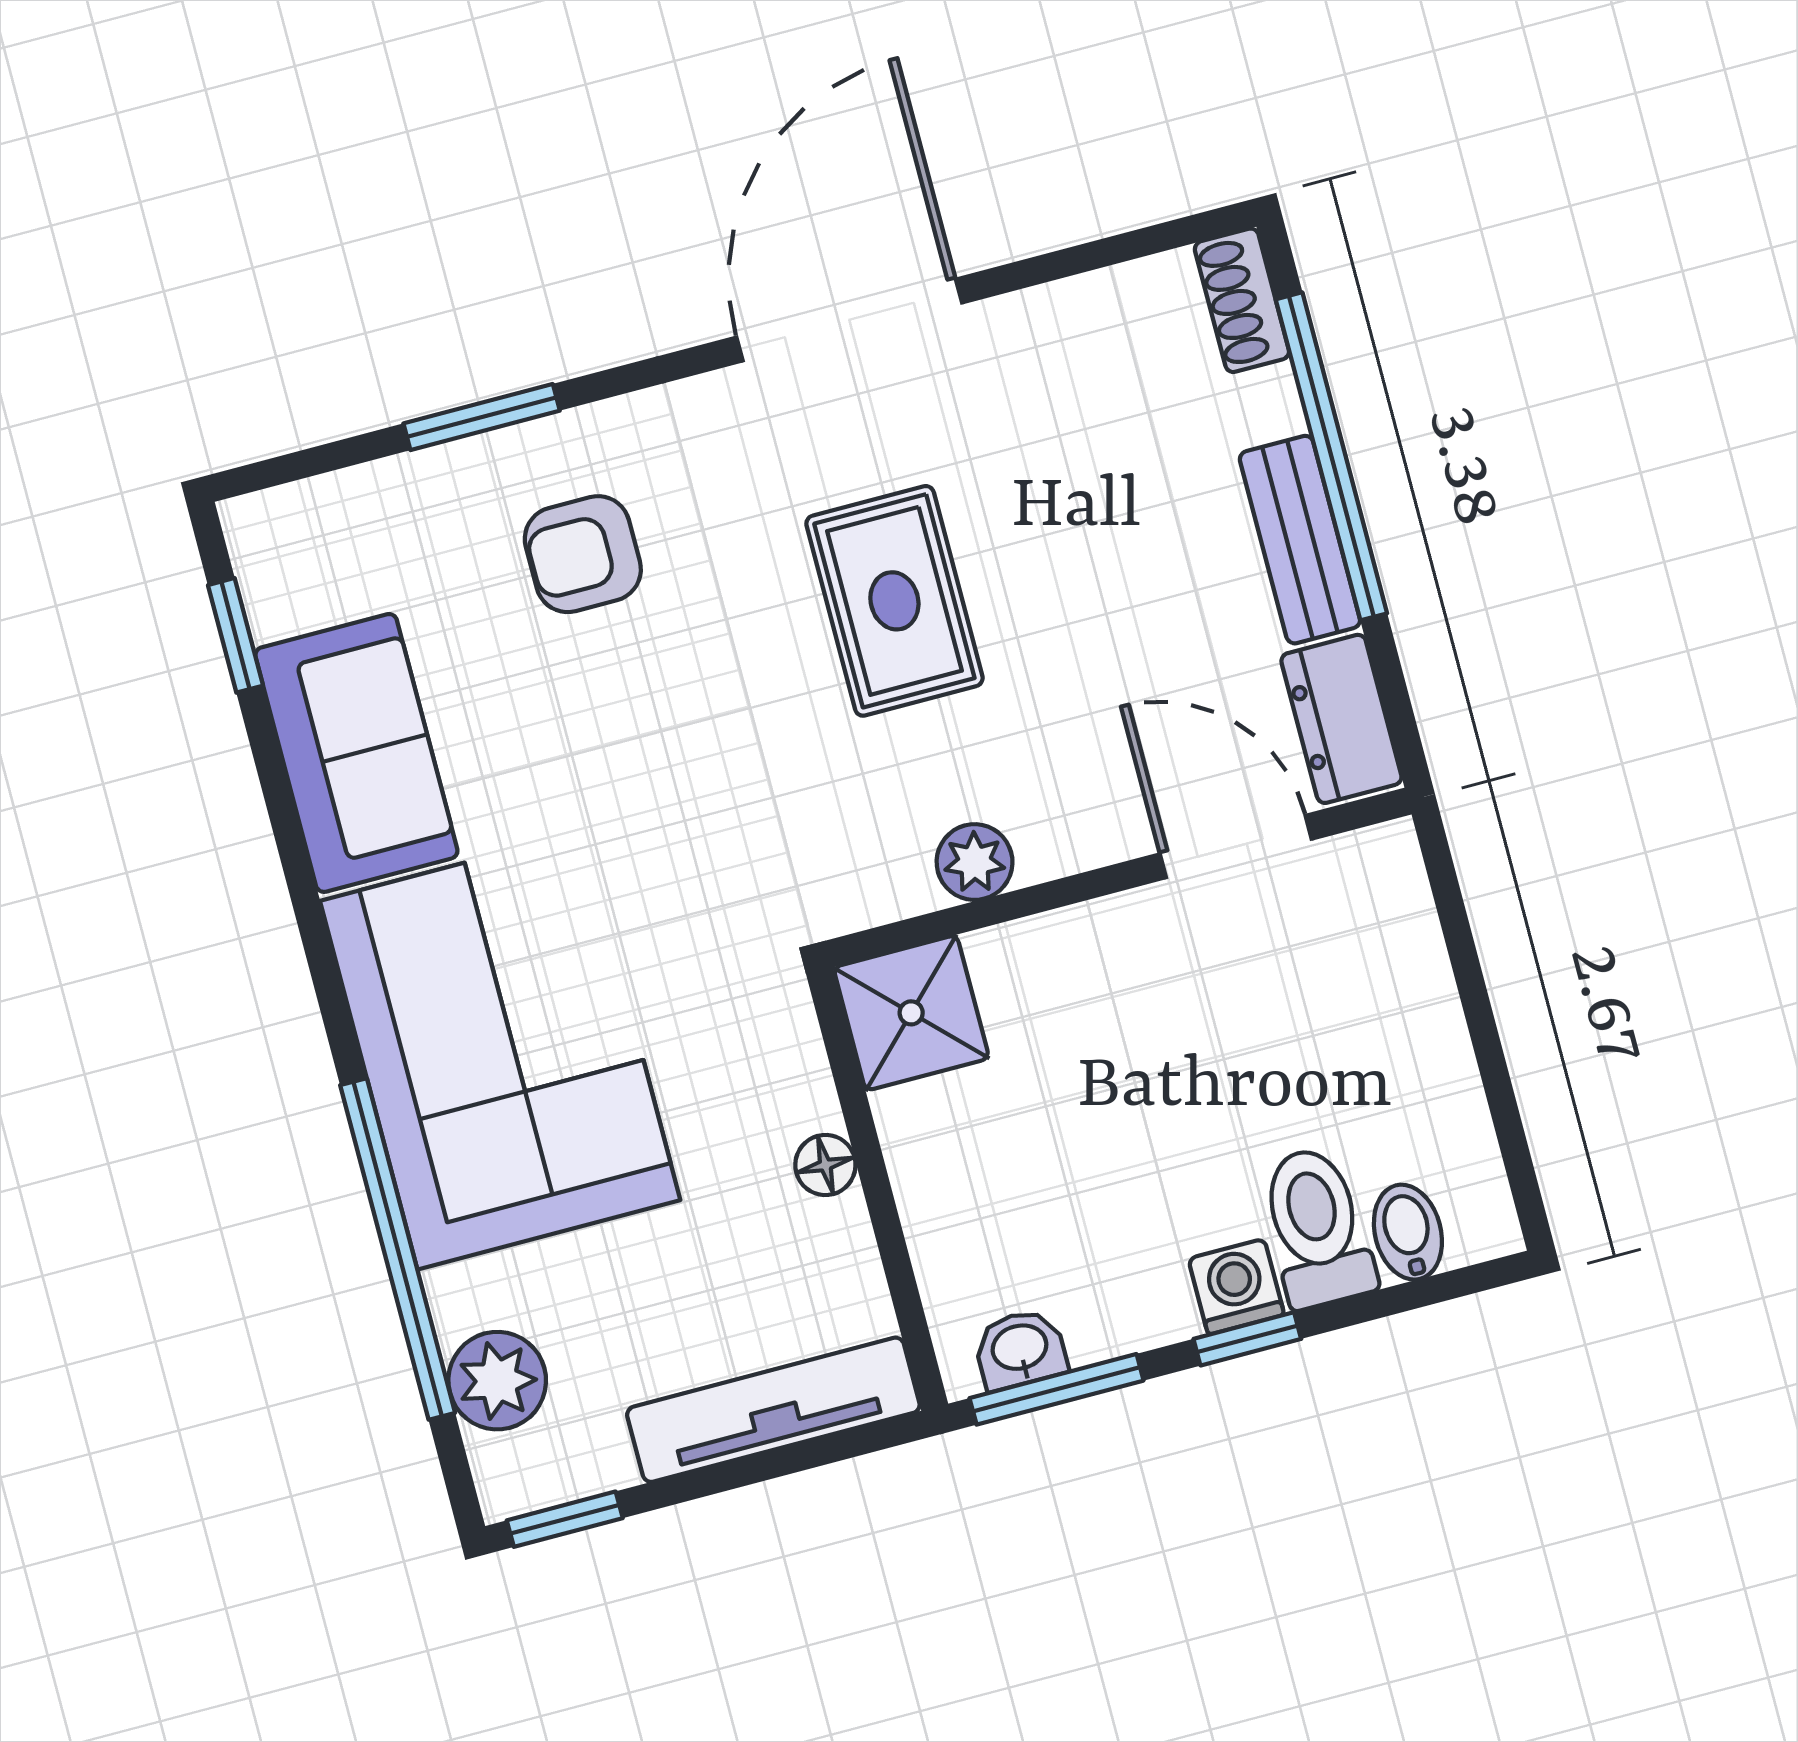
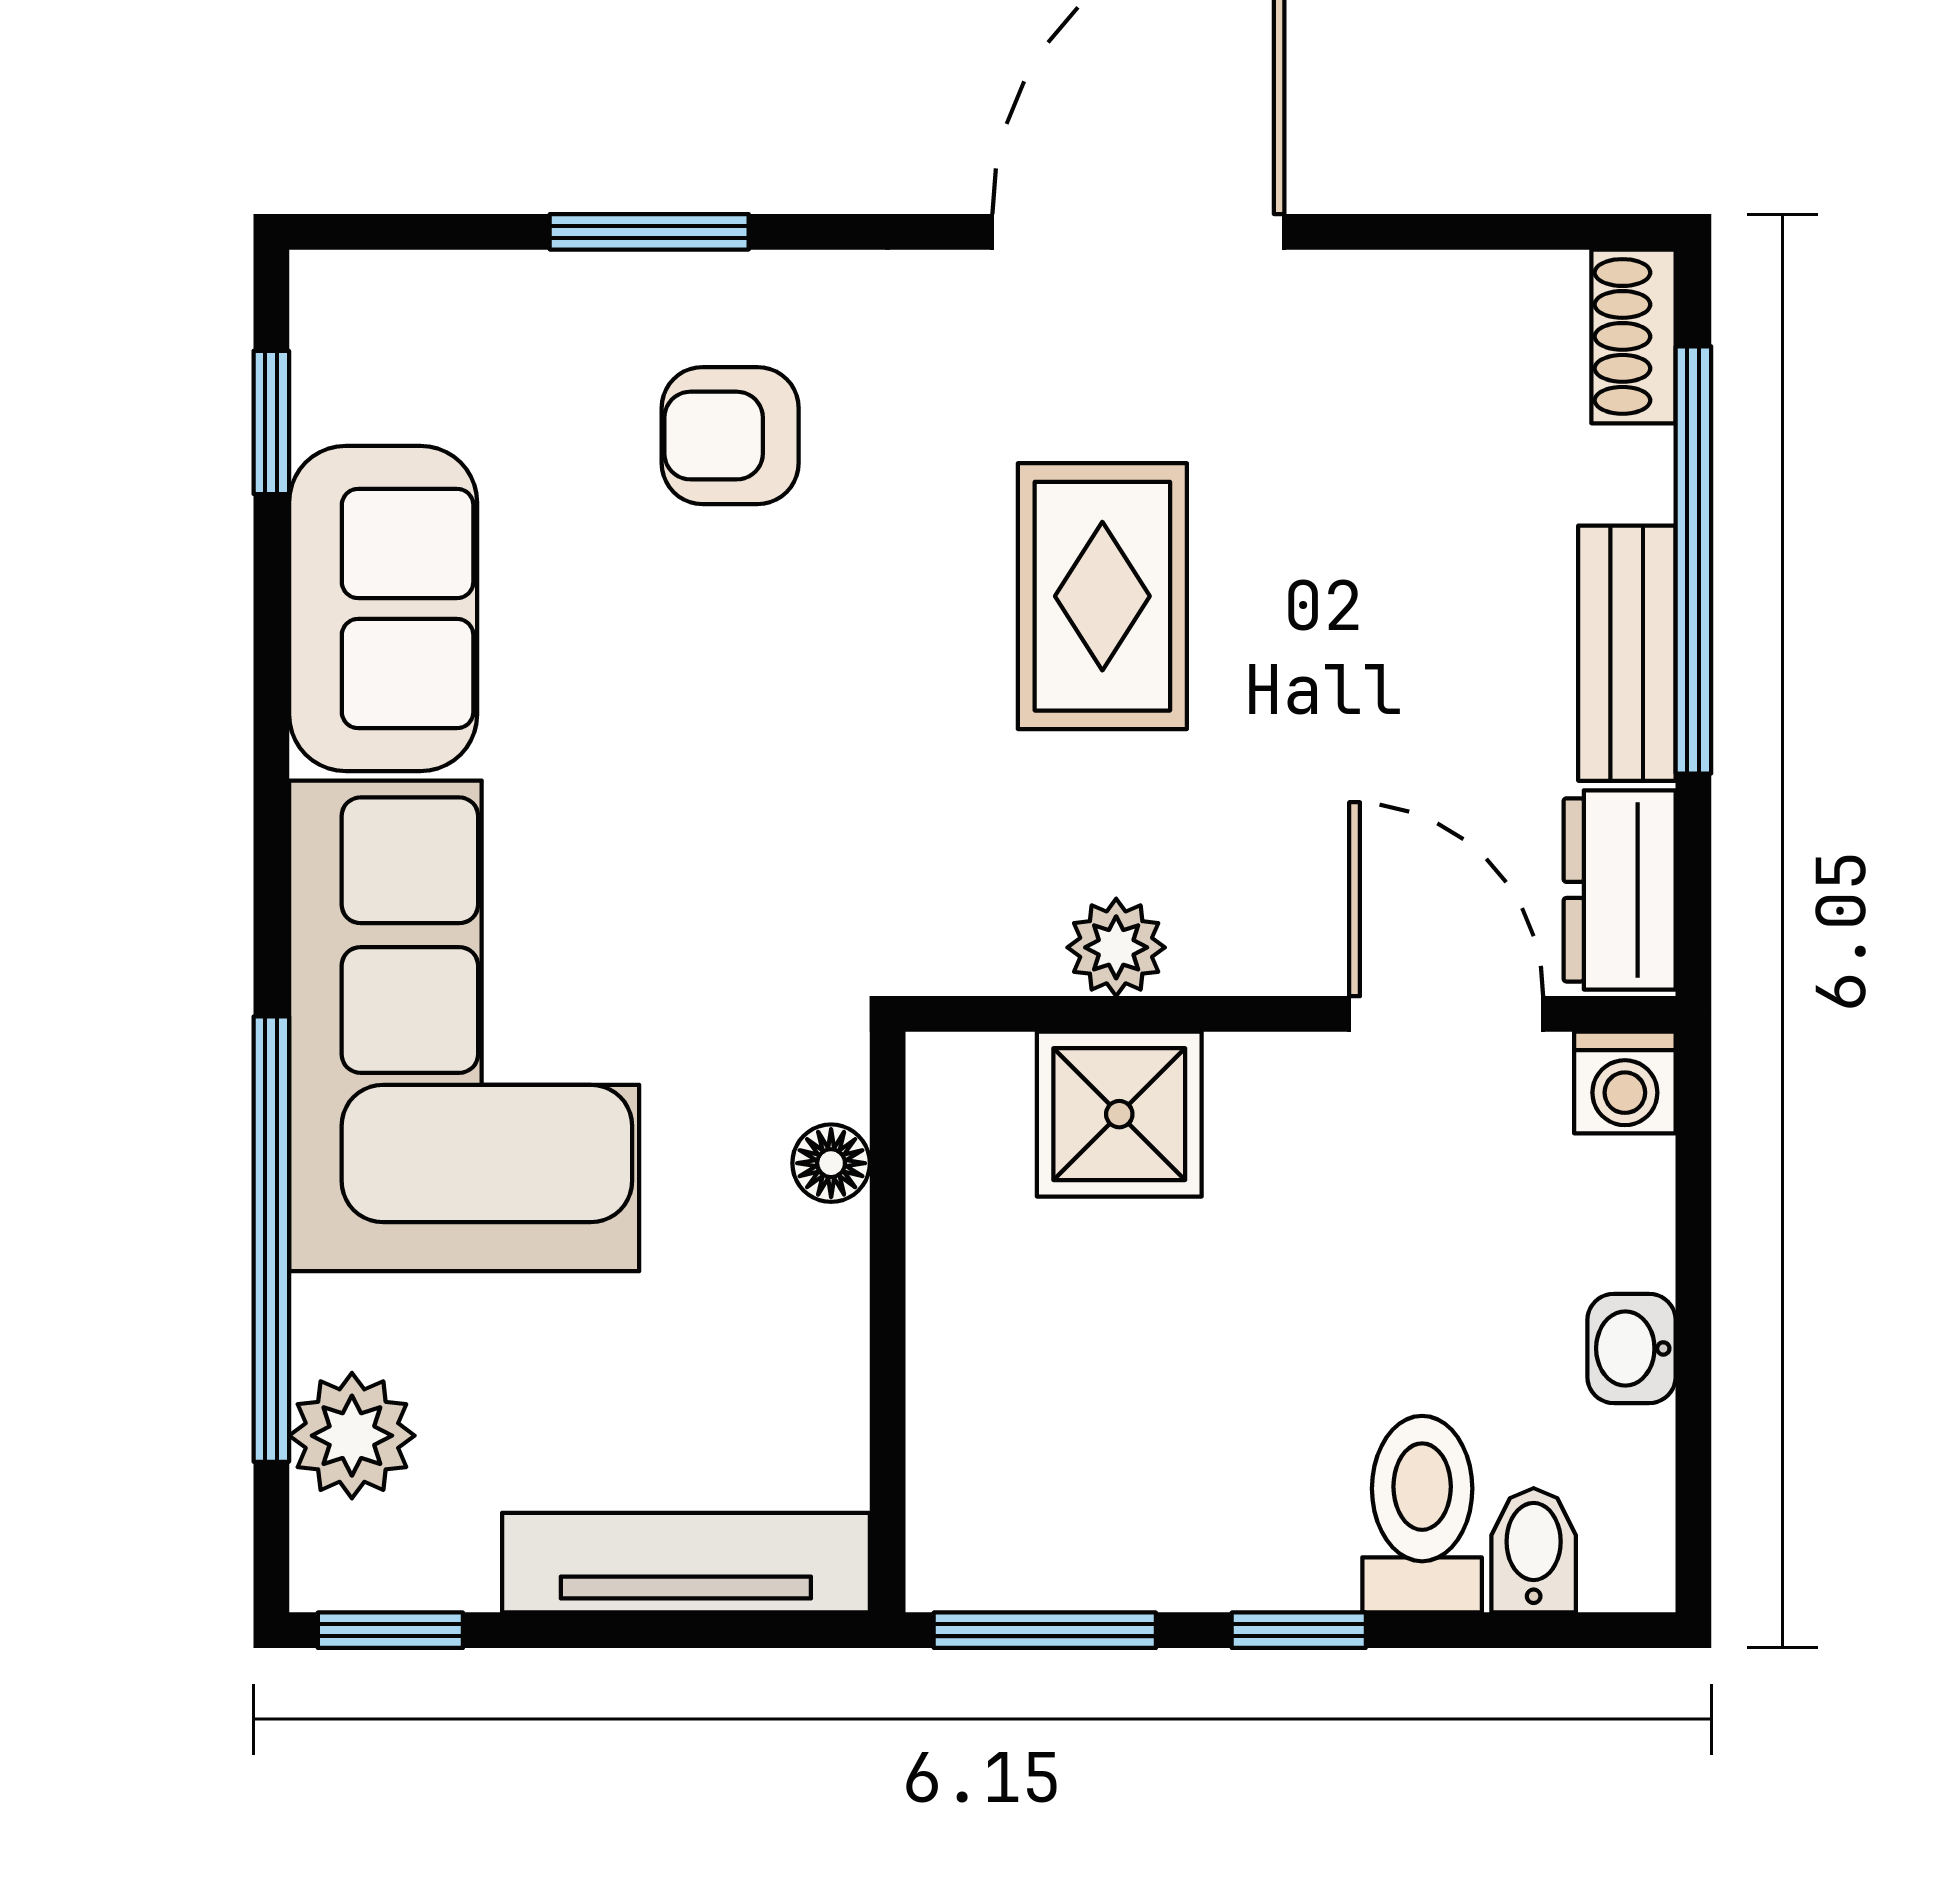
shower: (911, 1013) -> (1119, 1114), moved
floor lamp: (825, 1165) -> (831, 1163), moved
washing machine: (1236, 1287) -> (1625, 1083), moved, turned 180
washbasin: (1020, 1349) -> (1631, 1348), moved, turned -90

